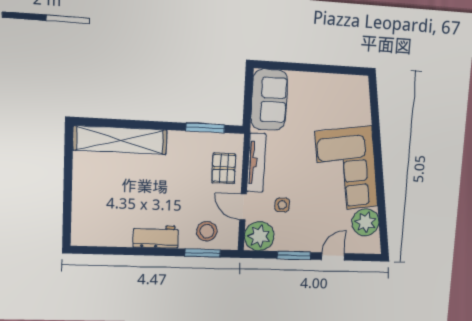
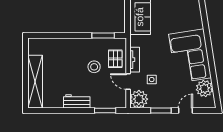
shelving: (120, 140) -> (35, 82), moved, turned 90
tv unit: (256, 163) -> (135, 60), width x0.71
stool: (207, 231) -> (94, 67), moved

